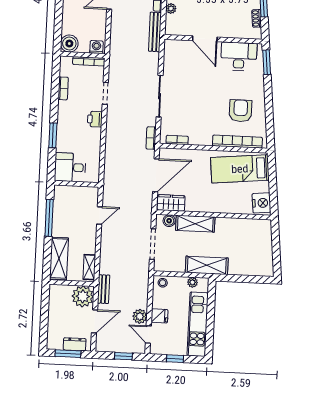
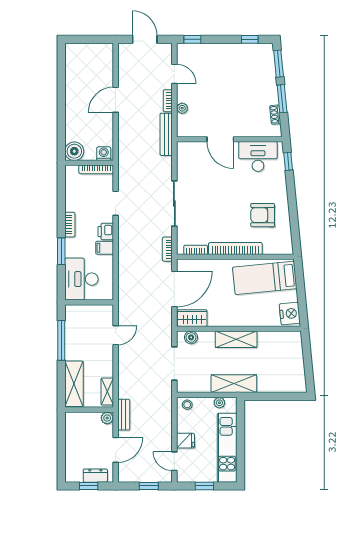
window: (267, 62) -> (288, 161), width x0.67
bookcase: (63, 88) -> (70, 225), moved
armchair: (241, 111) -> (263, 215), turned -90
filing cabinet: (93, 134) -> (105, 248), added
bookcase: (237, 142) -> (235, 249), moved
desk: (70, 167) -> (81, 279), width x1.37
shelving: (195, 224) -> (236, 339), moved
plant: (83, 296) -> (107, 418), width x0.53, depth x0.53
plant: (140, 316) -> (164, 442), removed
window: (68, 354) -> (89, 486), width x0.67

